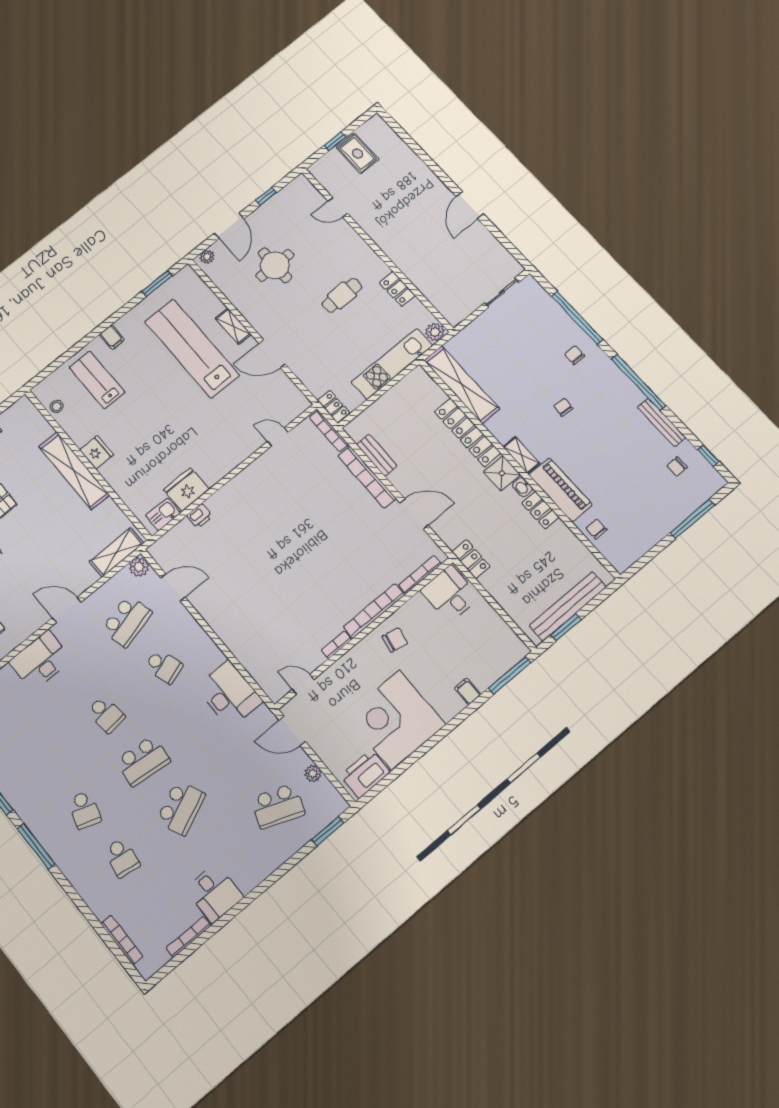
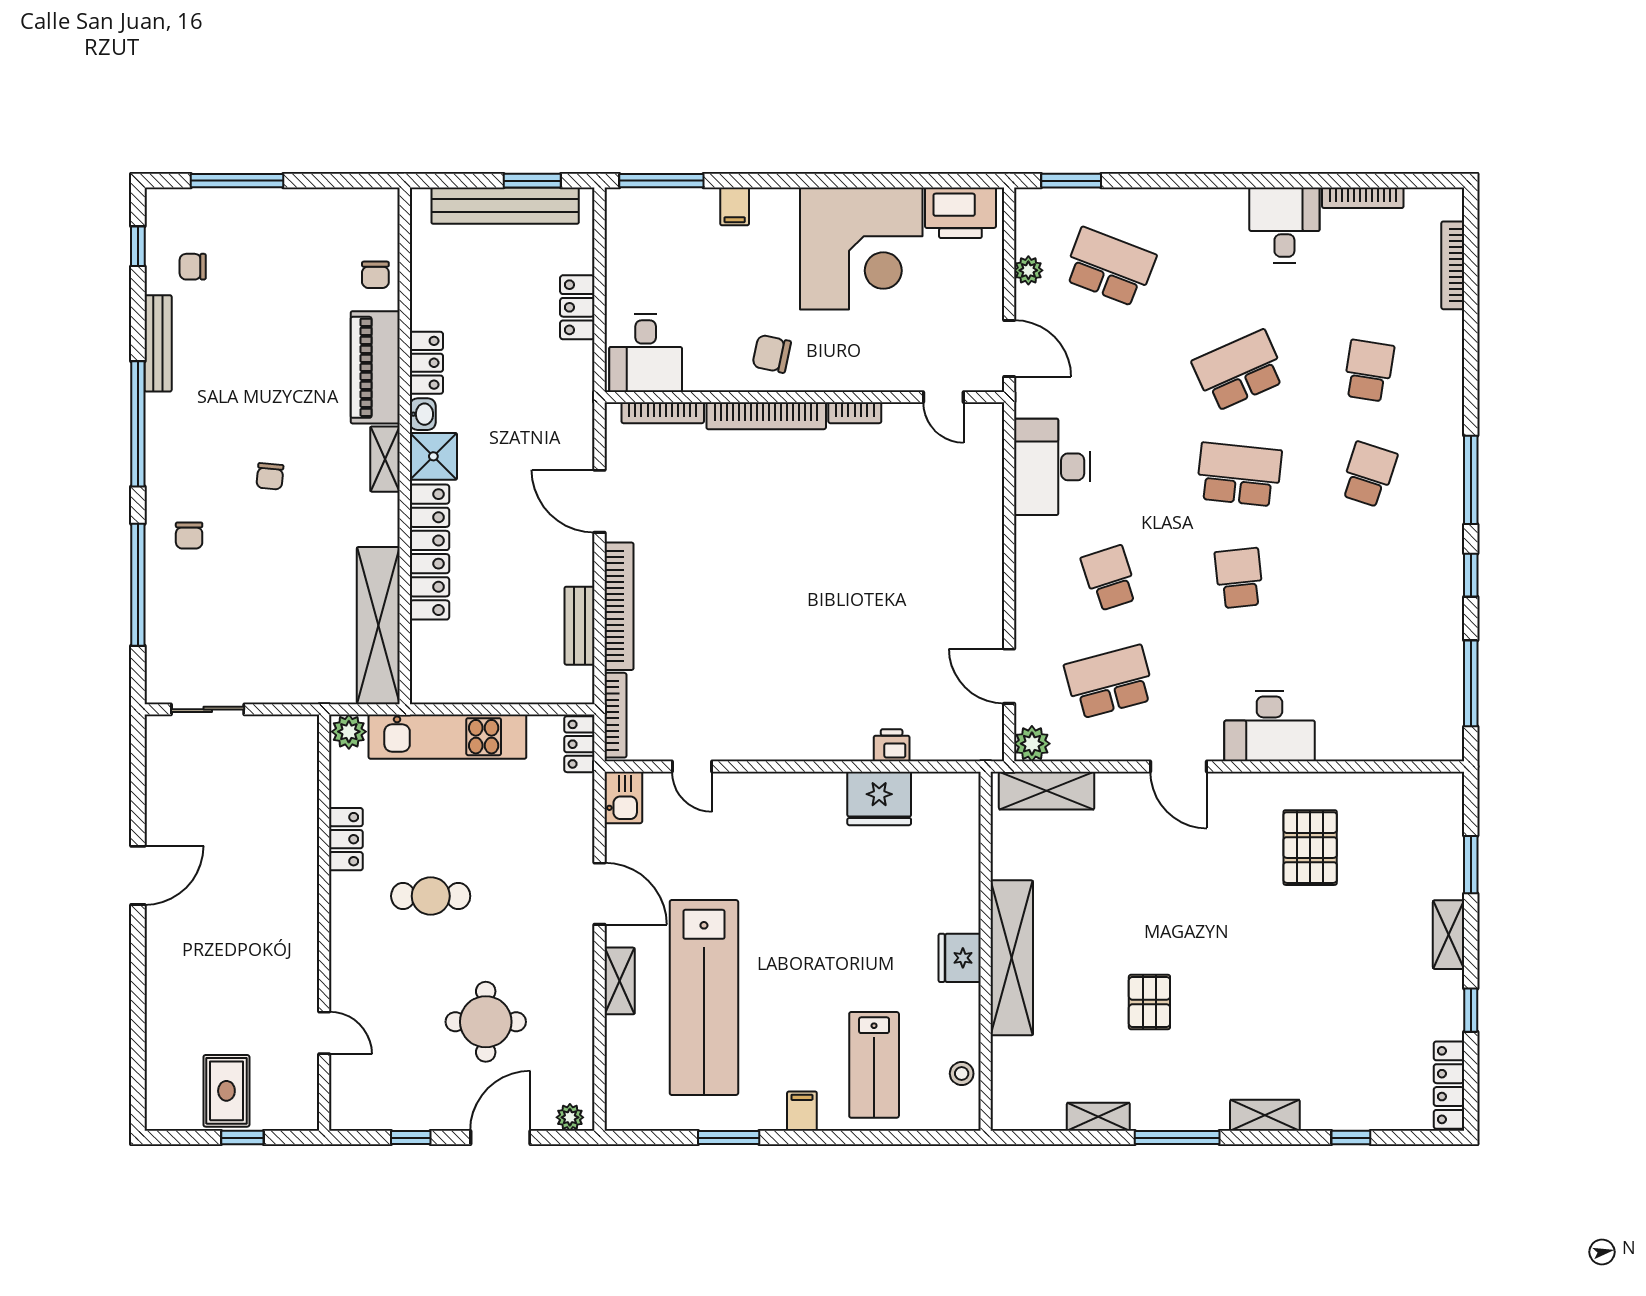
window: (157, 284) -> (729, 1138), moved
chair: (677, 467) -> (193, 267), turned 180
kitchen sink: (163, 514) -> (623, 797), moved, turned -90
locker: (471, 559) -> (577, 307), moved

